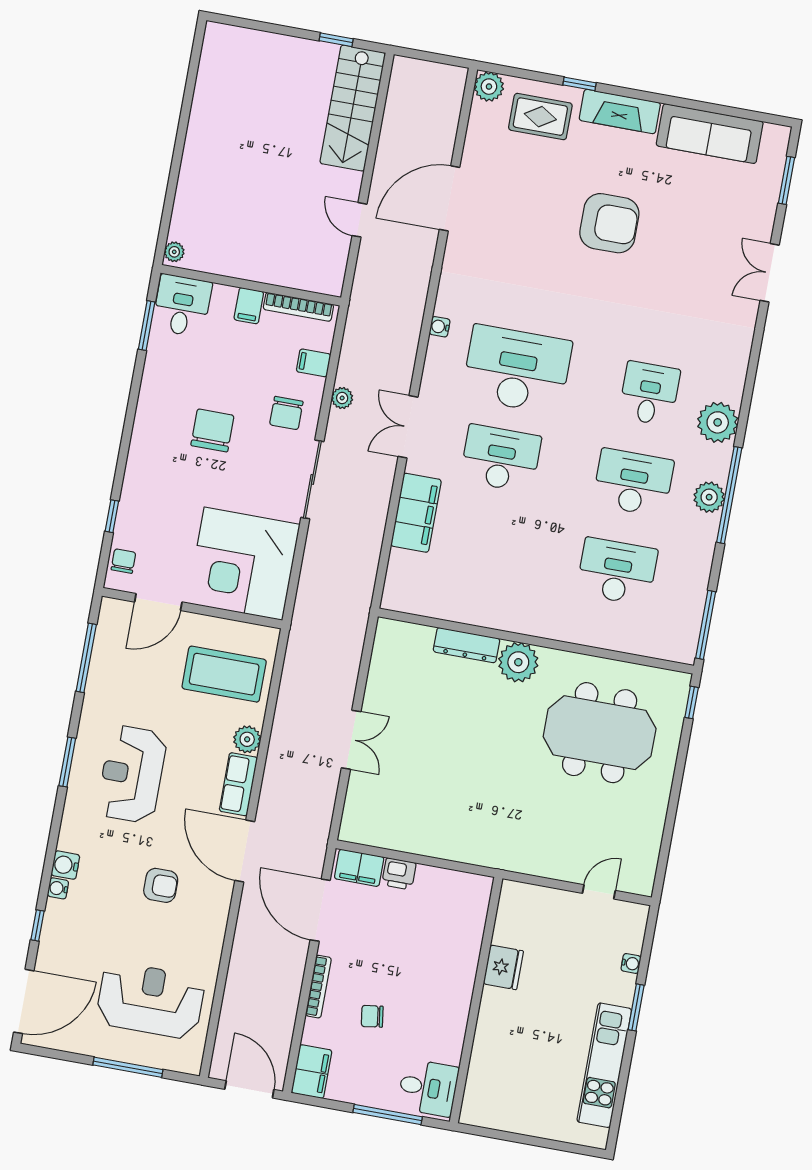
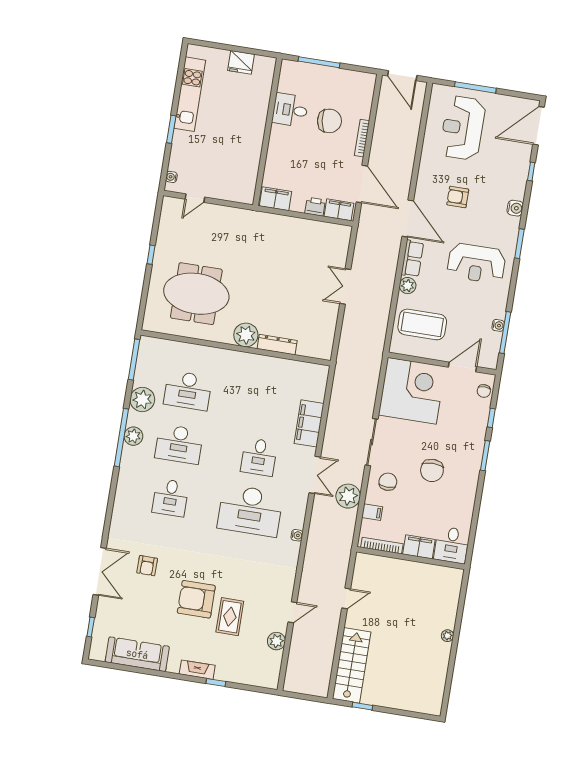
plant: (489, 87) -> (276, 641), moved
fireplace: (620, 111) -> (197, 670), width x0.73, depth x0.76
rug: (540, 117) -> (230, 617), moved, turned 90
window: (786, 180) -> (91, 627), width x0.67
door: (450, 198) -> (292, 612), width x0.53
door: (360, 220) -> (346, 598), hinge flipped
plant: (174, 252) -> (447, 636), moved
double door: (770, 273) -> (100, 571), width x1.37
armchair: (690, 281) -> (147, 566), added
filing cabinet: (249, 306) -> (419, 547), width x2.00
window: (147, 326) -> (485, 456), moved
plant: (342, 398) -> (348, 496), width x1.88, depth x1.88
plant: (718, 422) -> (142, 399), moved
desk: (501, 458) -> (259, 457), width x0.73
window: (692, 702) -> (151, 255), moved
window: (67, 762) -> (519, 244), moved
reception desk: (132, 774) -> (476, 263), turned 90
water cooler: (58, 888) -> (498, 325), moved
water cooler: (631, 963) -> (171, 177), moved
fridge: (503, 967) -> (241, 62), moved, turned -90
reception desk: (151, 1000) -> (463, 128), turned 90
chair: (372, 1016) -> (329, 121), width x1.87, depth x1.87
filing cabinet: (312, 1072) -> (276, 199), moved, turned 90
desk: (428, 1088) -> (290, 110), moved

